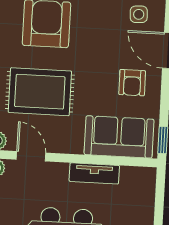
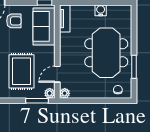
tv unit: (94, 173) -> (65, 19), moved

